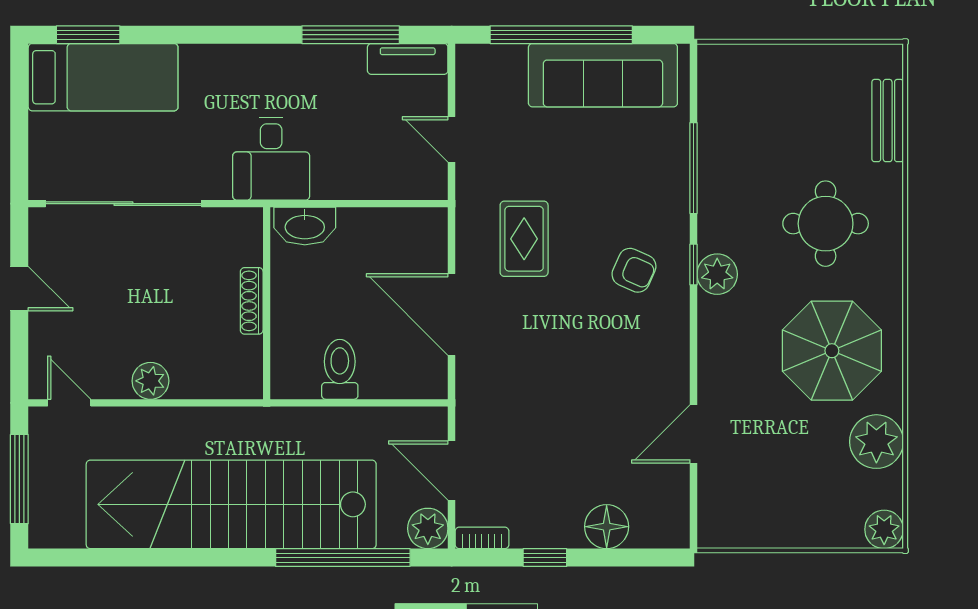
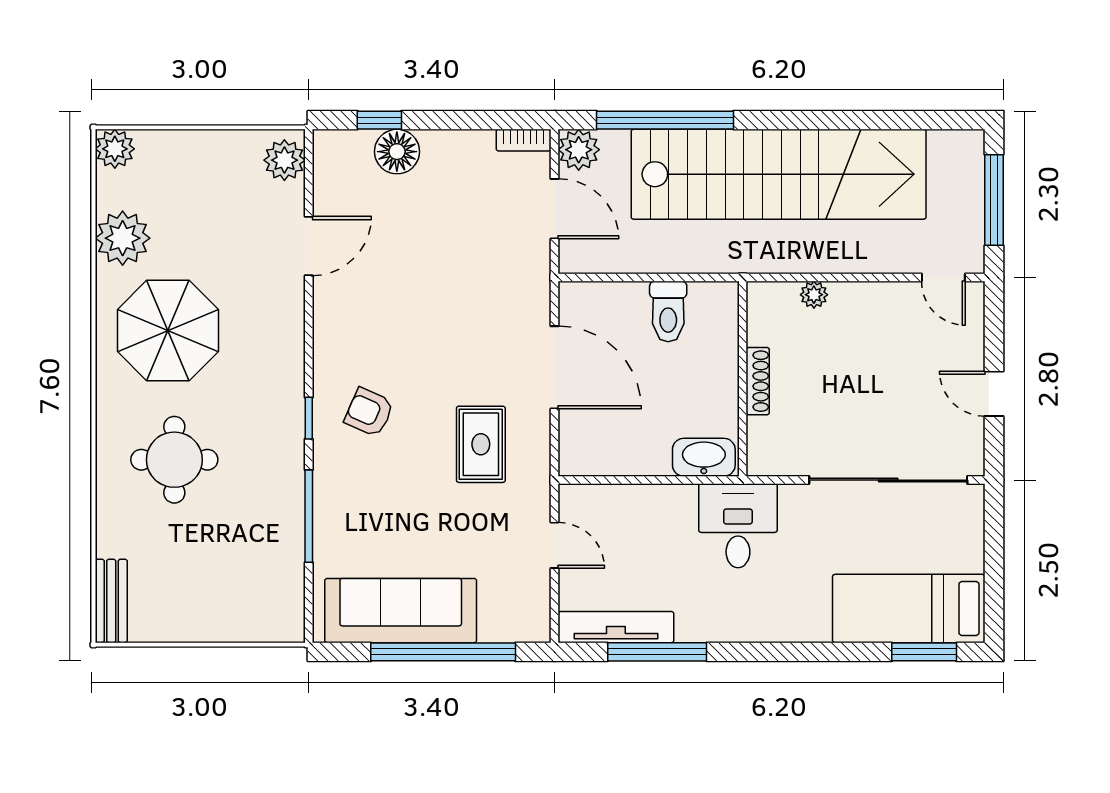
tv unit: (408, 59) -> (616, 627), width x1.41
bench: (888, 121) -> (111, 601), moved
plant: (717, 274) -> (284, 160), moved
plant: (150, 381) -> (814, 295), moved, width x0.73, depth x0.73
window: (545, 558) -> (379, 120), moved

